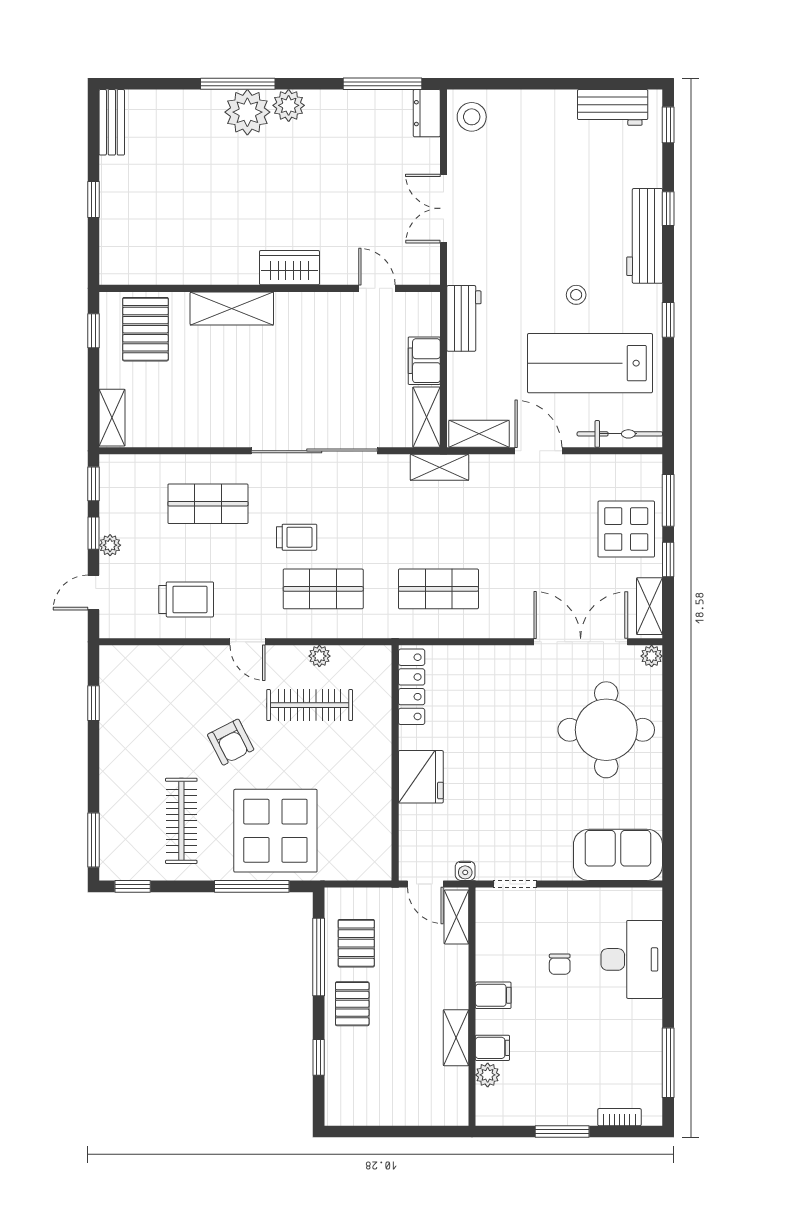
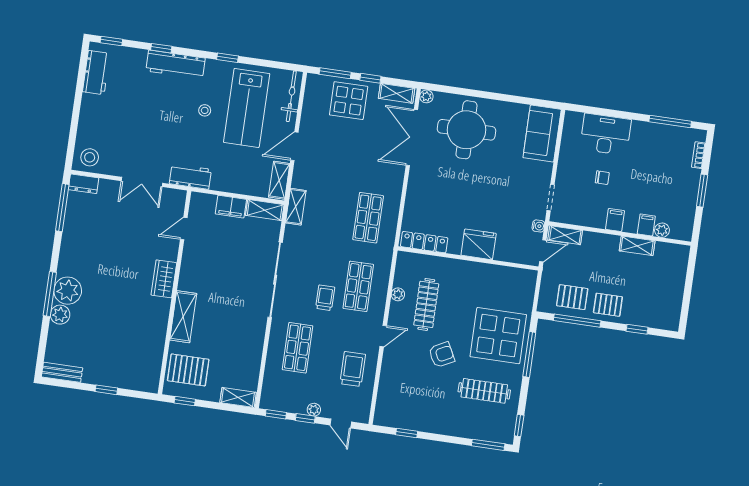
plant: (289, 105) -> (60, 315), moved
workbench: (464, 318) -> (190, 177), moved

